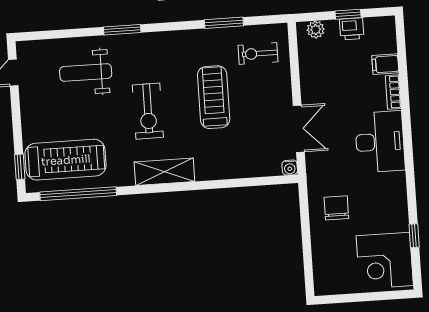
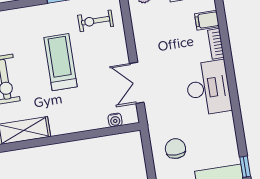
double door: (299, 129) -> (137, 83), swing flipped
water cooler: (290, 168) -> (115, 120), moved

